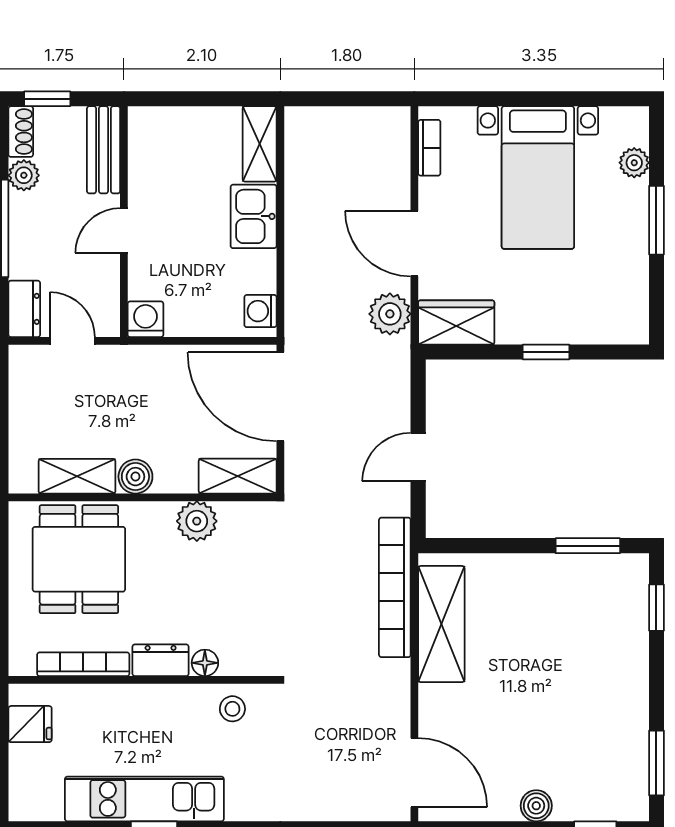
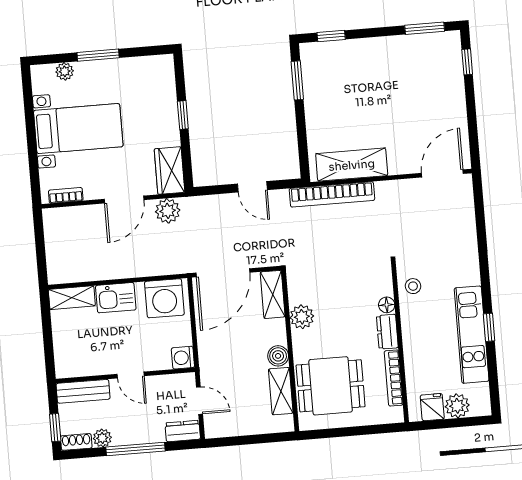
washing machine: (260, 311) -> (164, 298), width x1.89, depth x1.89
door: (72, 341) -> (200, 401), swing flipped
plant: (29, 766) -> (457, 406), added
boiler: (536, 806) -> (456, 99), removed

